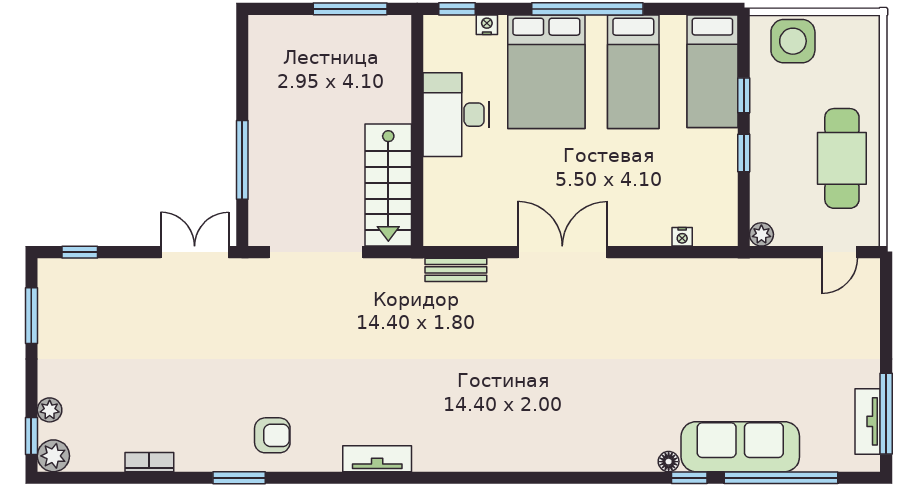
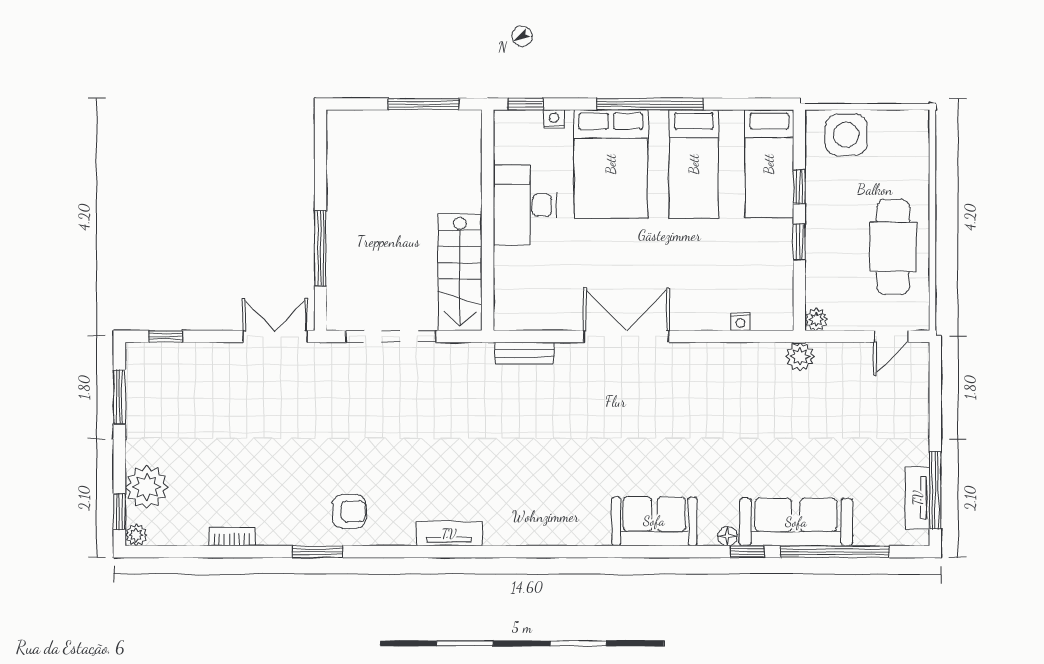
plant: (744, 273) -> (800, 357), added
plant: (50, 410) -> (147, 487), width x1.87, depth x1.87
sofa: (592, 446) -> (654, 521), added
plant: (53, 456) -> (136, 535), width x0.73, depth x0.73

